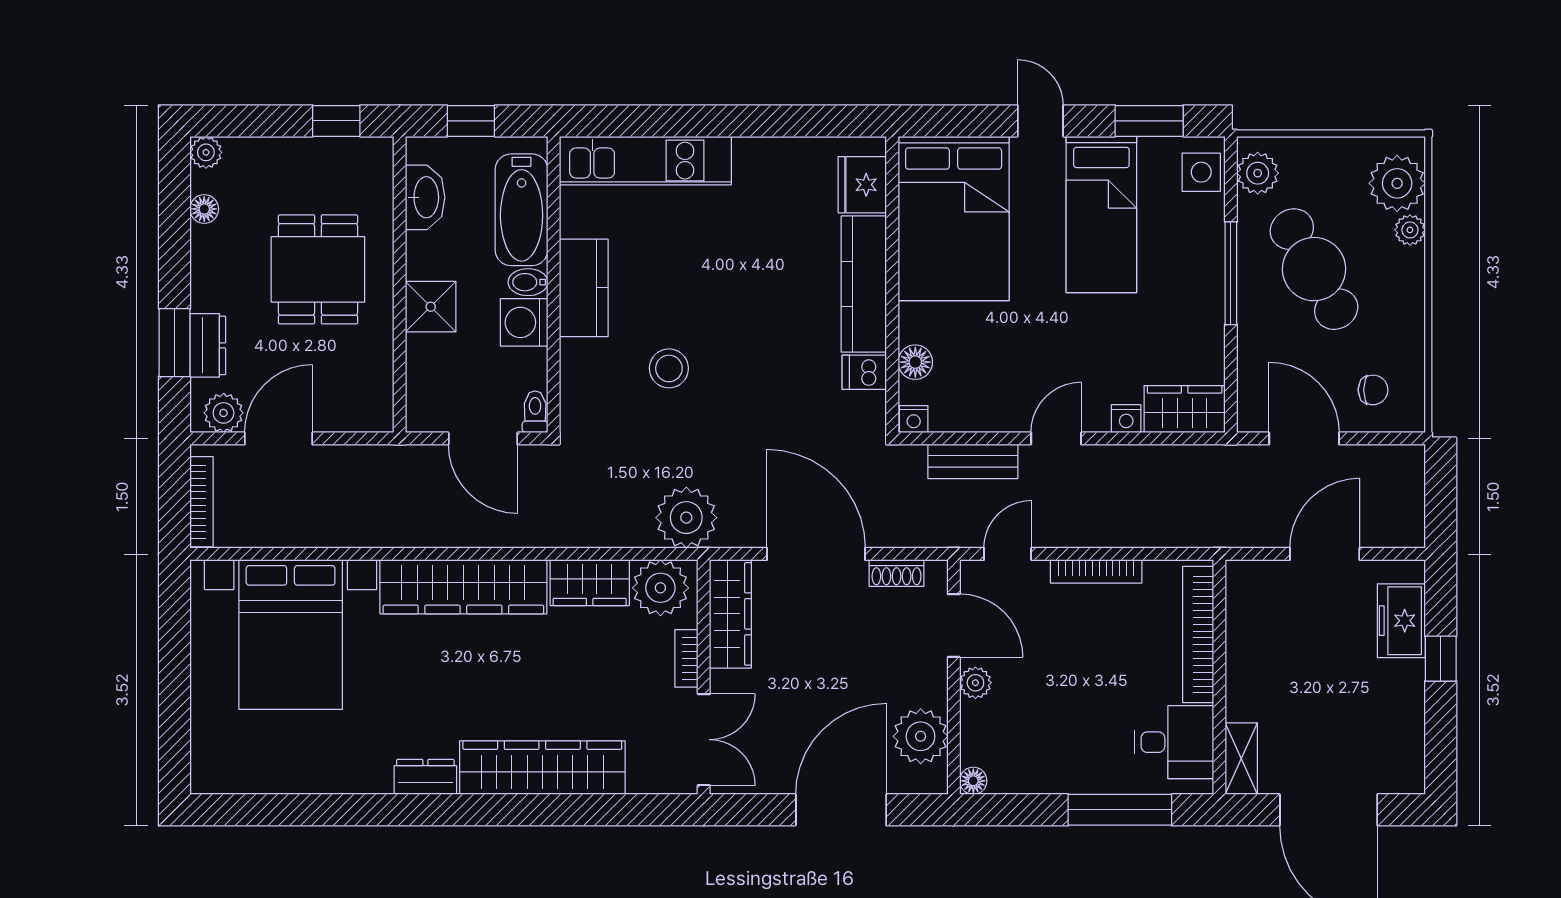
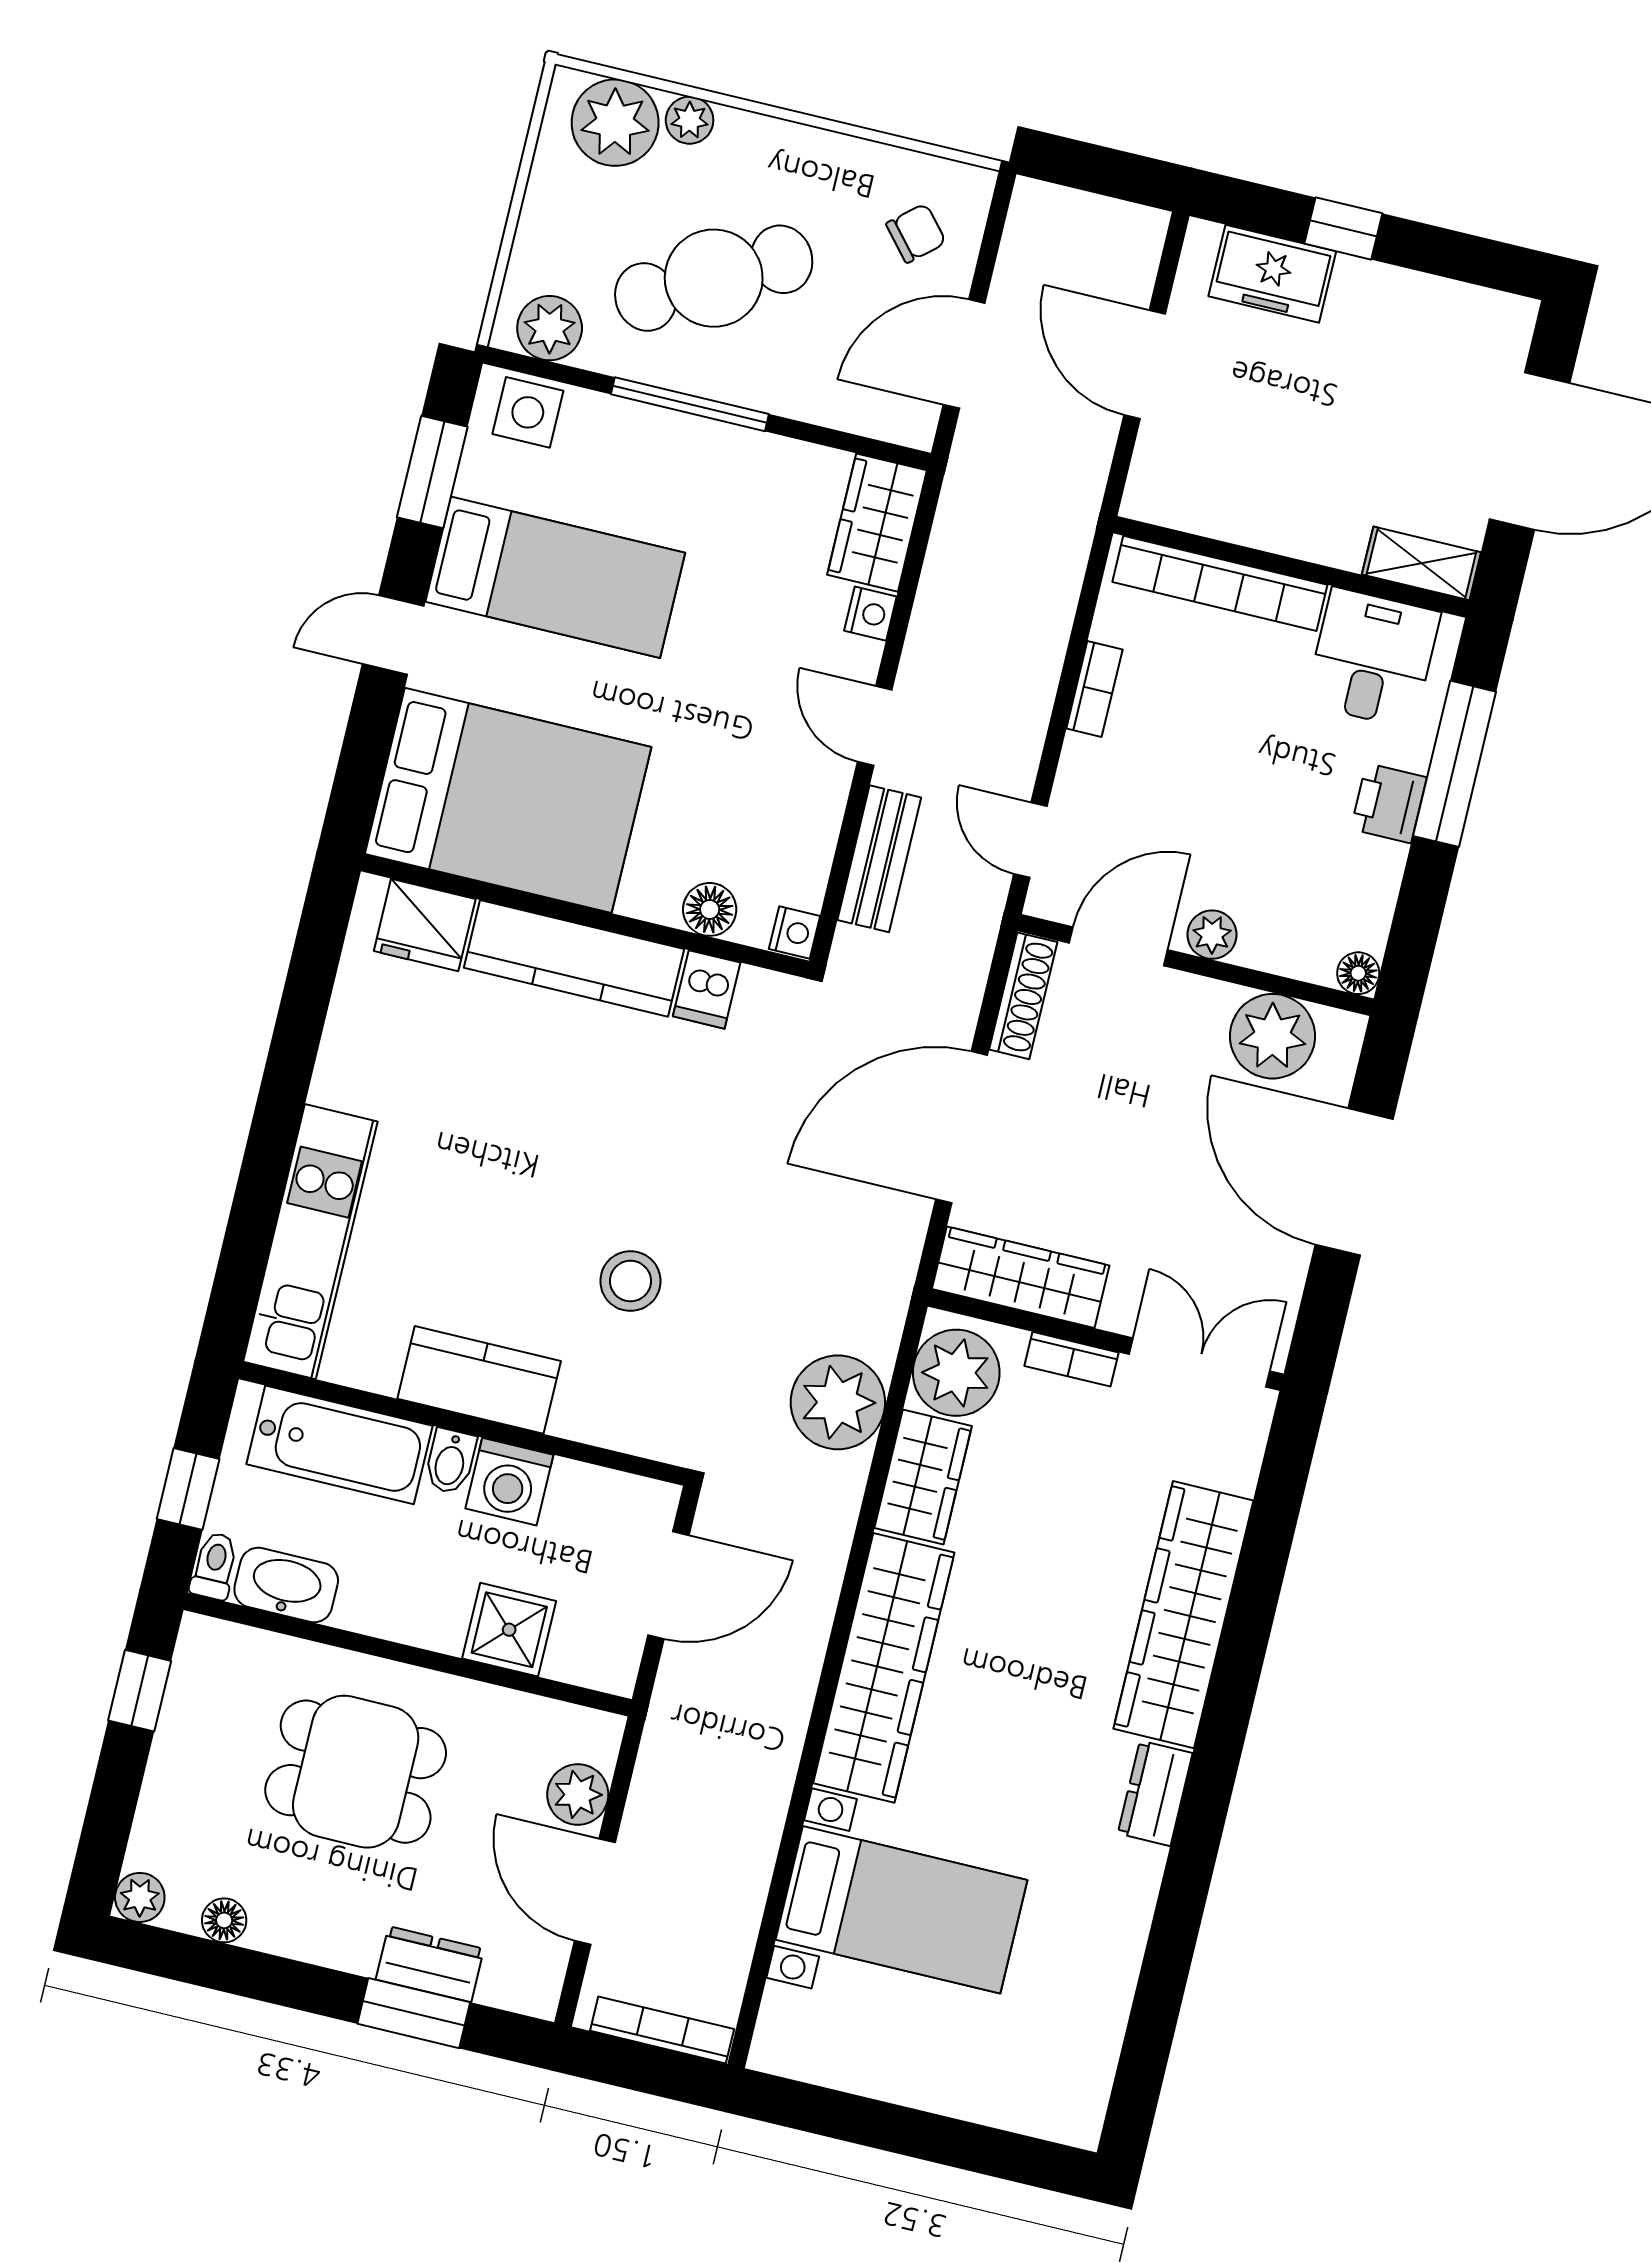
shower: (431, 307) -> (509, 1630), moved
chair: (1373, 390) -> (916, 233), turned 49
toilet: (535, 412) -> (214, 1566), moved, turned 90
plant: (224, 413) -> (578, 1795), moved
plant: (686, 518) -> (838, 1402), moved
bookcase: (1096, 571) -> (1094, 689), width x0.64
shoe rack: (897, 573) -> (1023, 996), width x1.43
bed with nightstands: (291, 635) -> (901, 1910), width x0.73
printer: (1085, 774) -> (1389, 803), added

